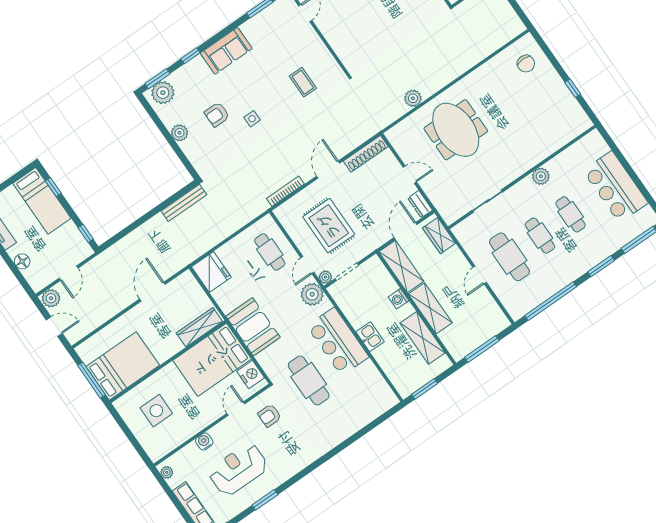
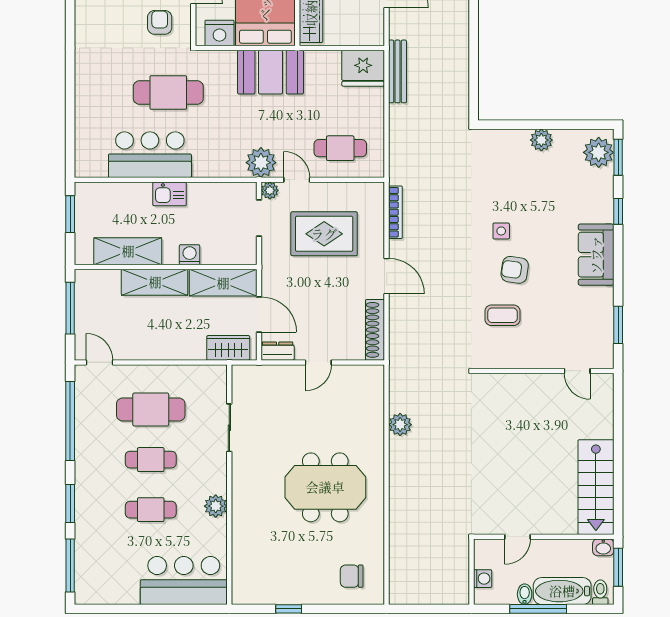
armchair: (217, 114) -> (515, 270), moved, turned -82
meeting table: (456, 130) -> (325, 487), moved
bar counter: (615, 187) -> (184, 580), moved
bench: (184, 203) -> (397, 71), moved
door: (480, 275) -> (99, 362), moved
bar counter: (338, 342) -> (150, 155), moved

